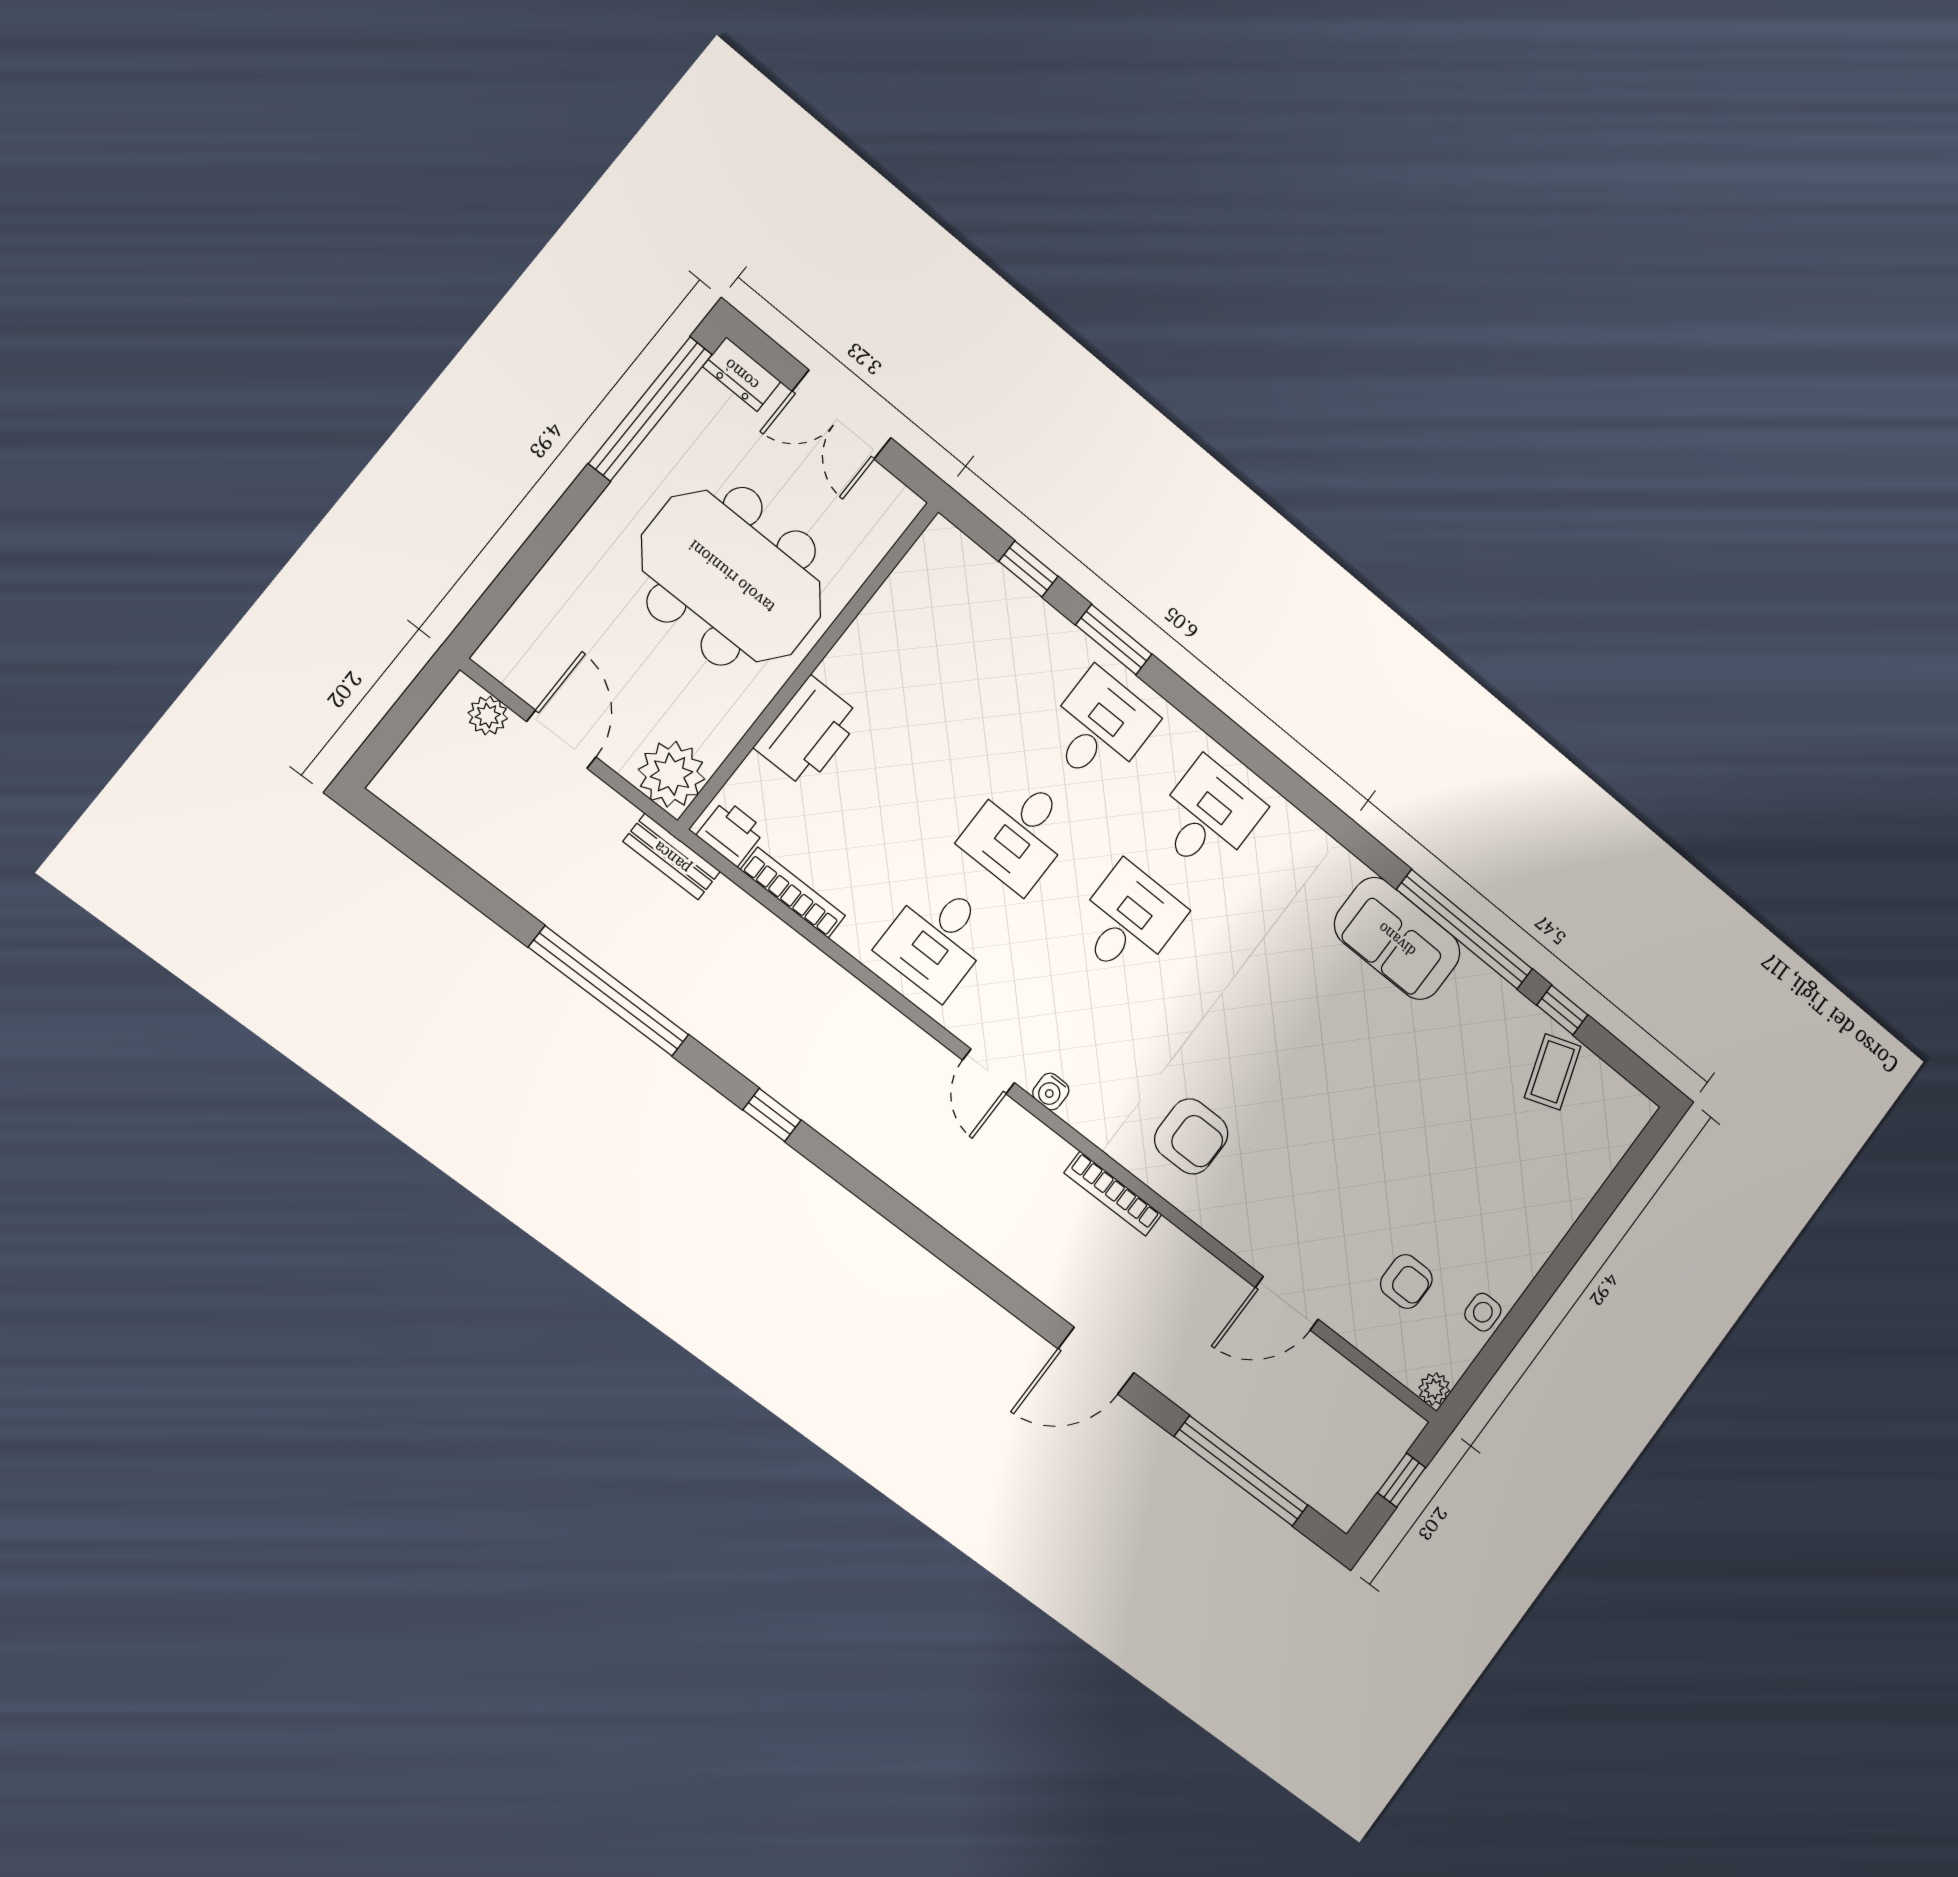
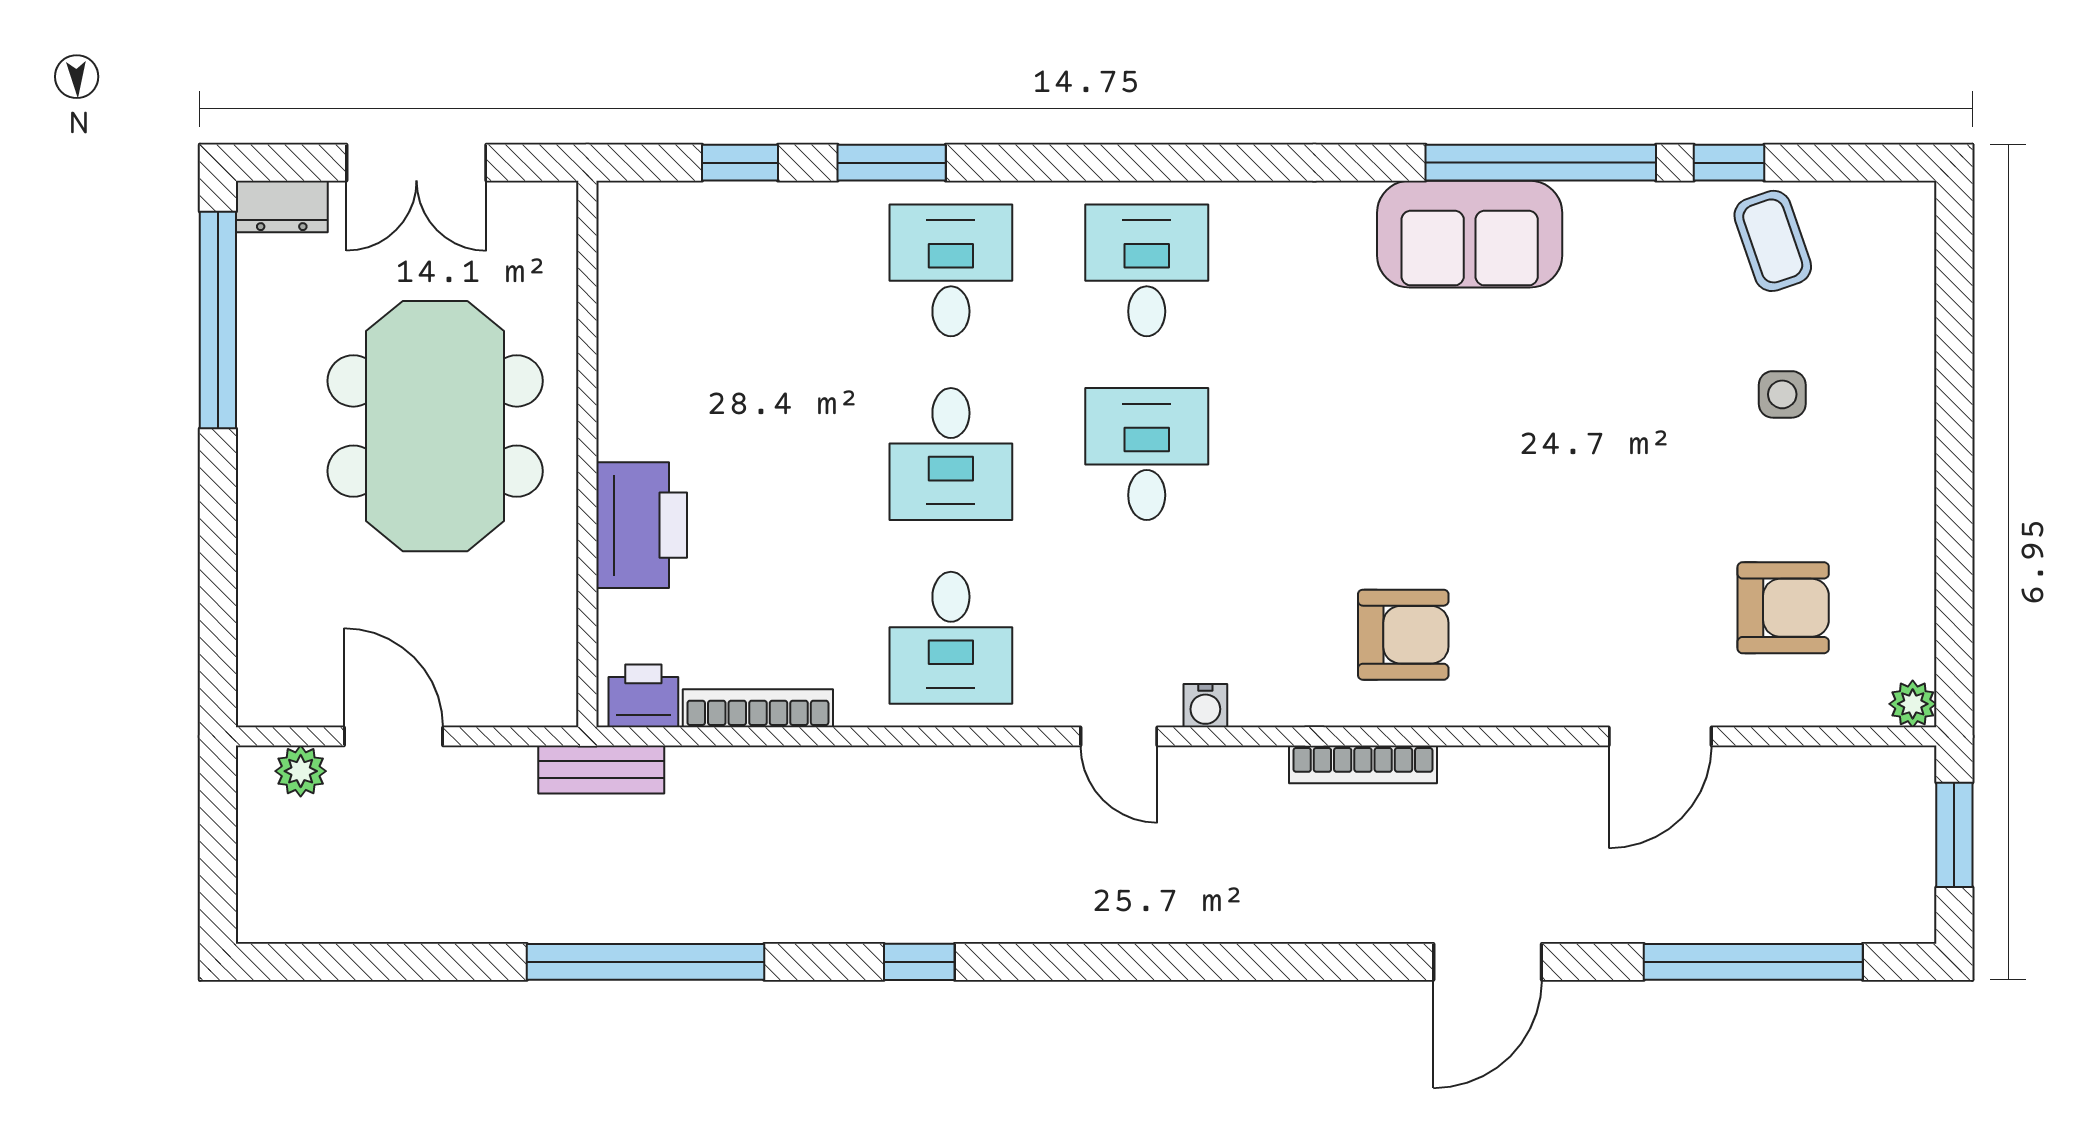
meeting table: (732, 576) -> (435, 426), turned 90
plant: (672, 774) -> (534, 683), removed
armchair: (1406, 1281) -> (1783, 608), width x1.38, depth x1.38
side table: (1483, 1312) -> (1782, 394), moved
window: (1402, 1480) -> (1954, 835), width x1.50

